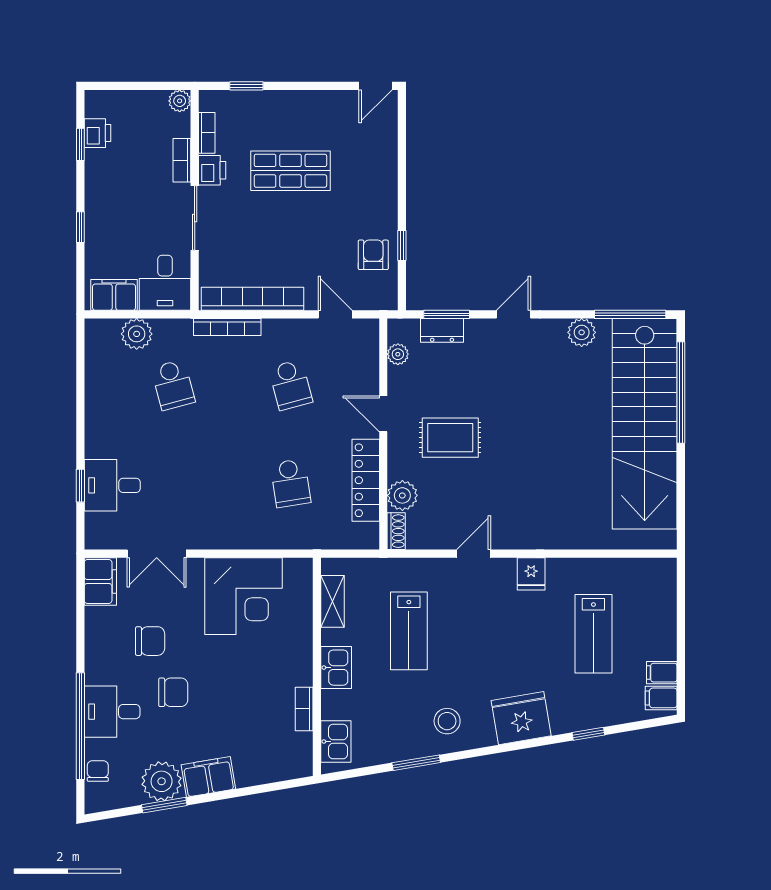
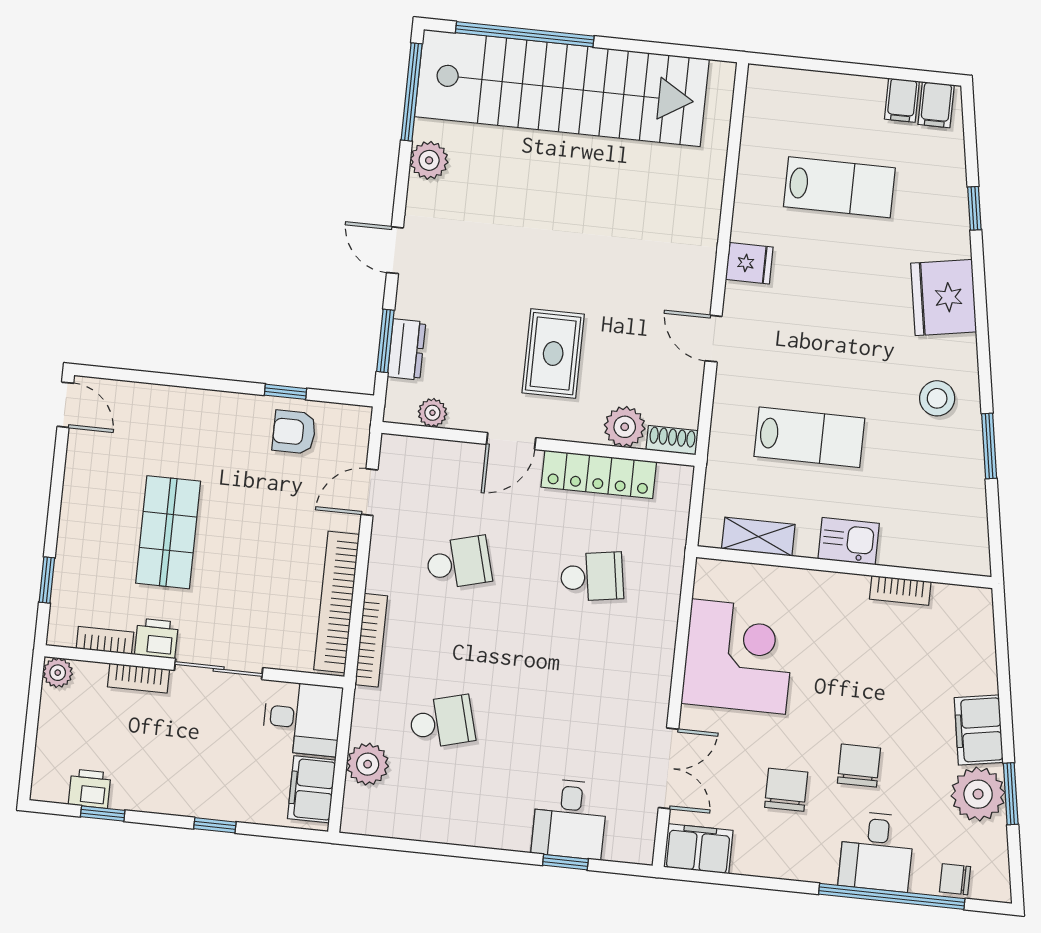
kitchen sink: (336, 742) -> (949, 552), removed

